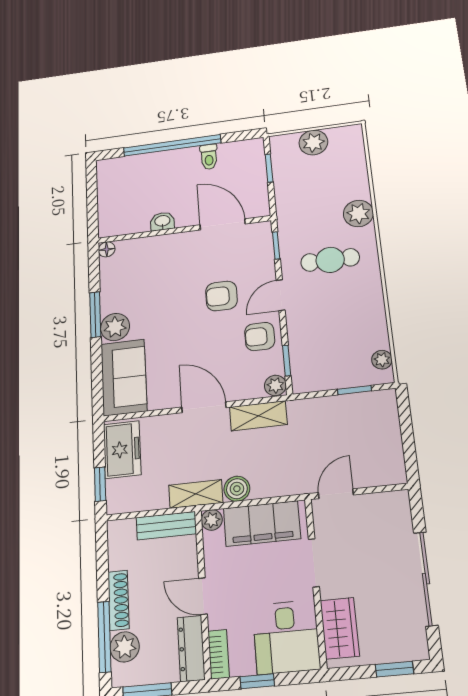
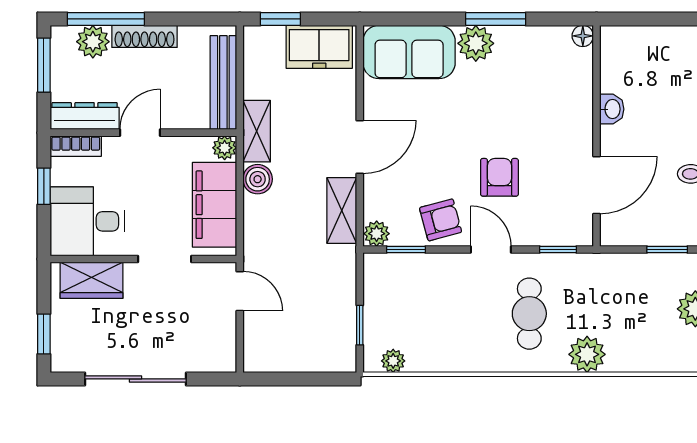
armchair: (260, 336) -> (441, 220), turned 75
bench: (166, 526) -> (223, 83), width x1.36

